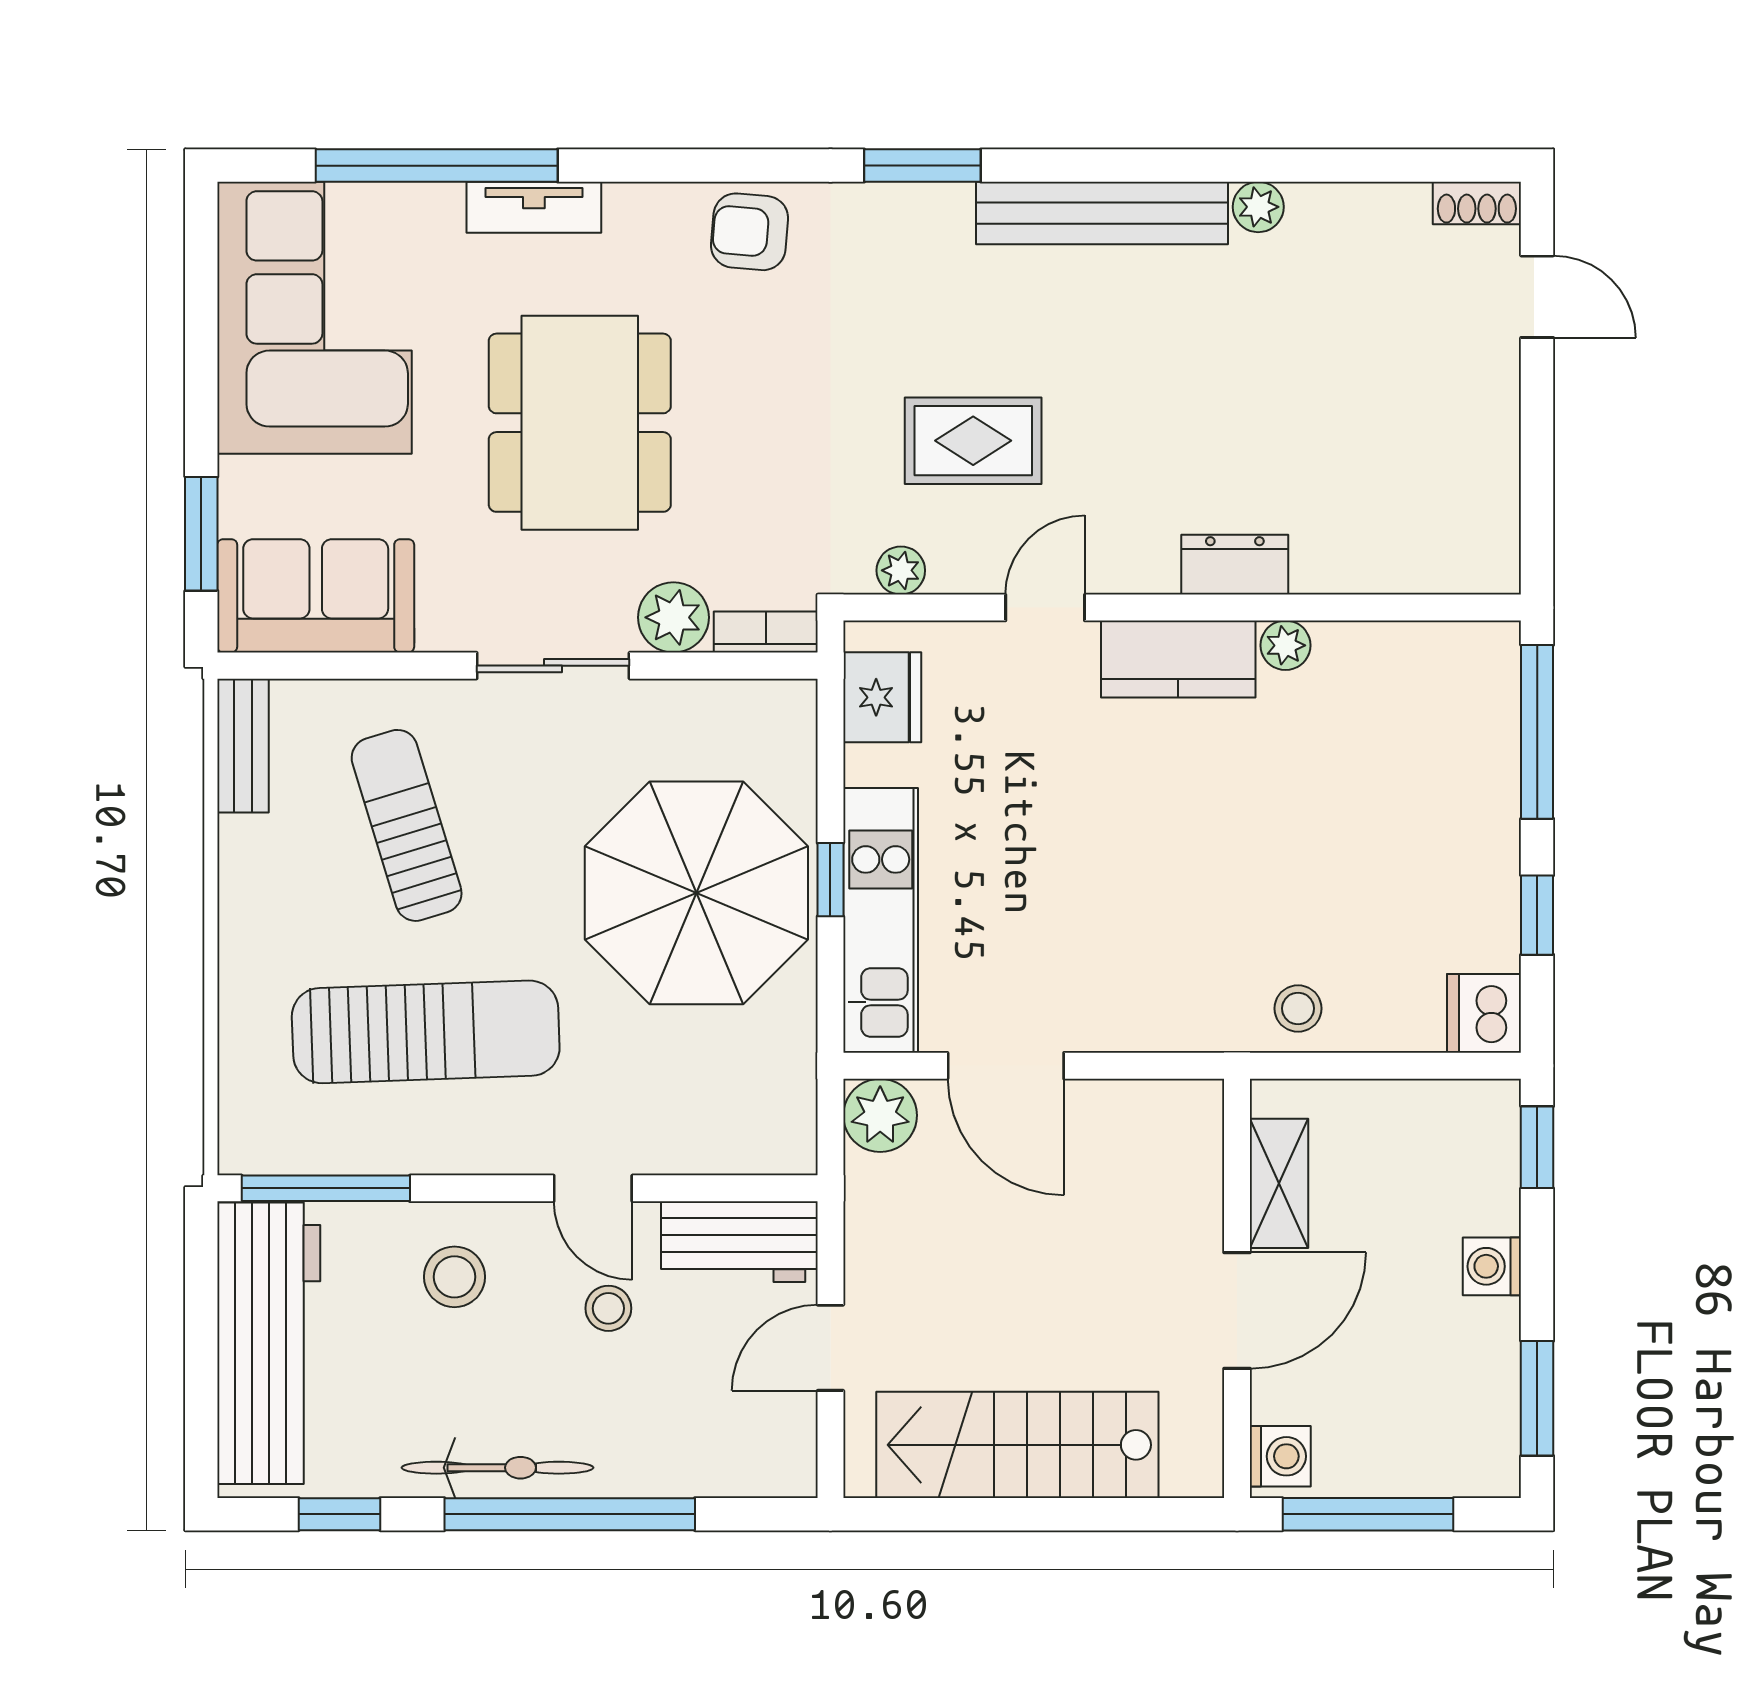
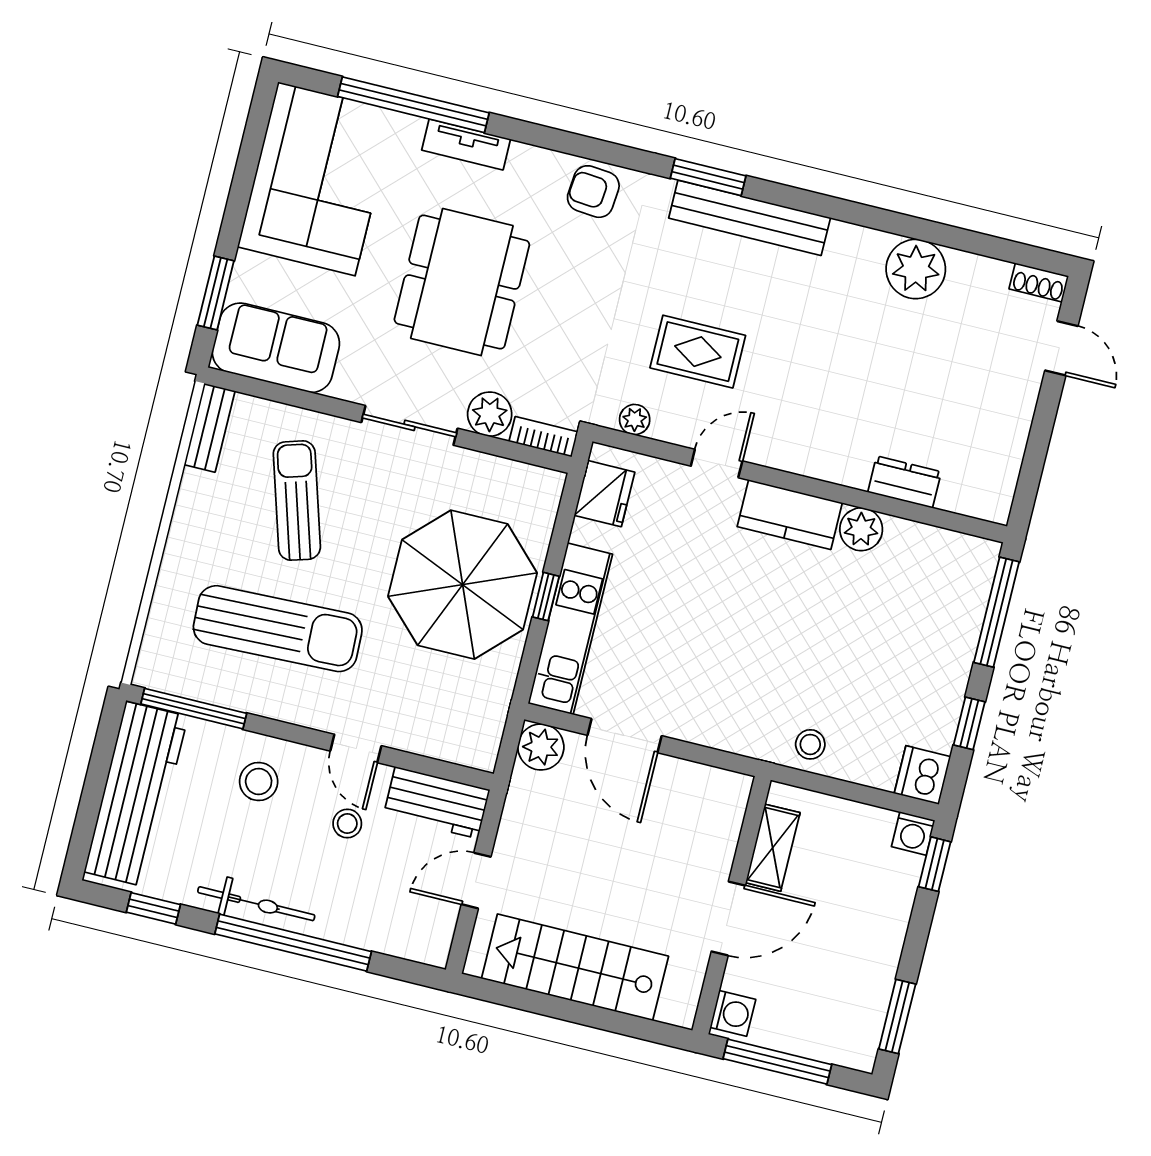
plant: (1258, 207) -> (916, 269), width x1.88, depth x1.88
bench: (1102, 213) -> (750, 218), moved
dresser: (1235, 565) -> (905, 482), moved
plant: (1286, 645) -> (861, 529), width x1.38, depth x1.38
washing machine: (1492, 1266) -> (913, 833), moved, turned -90

